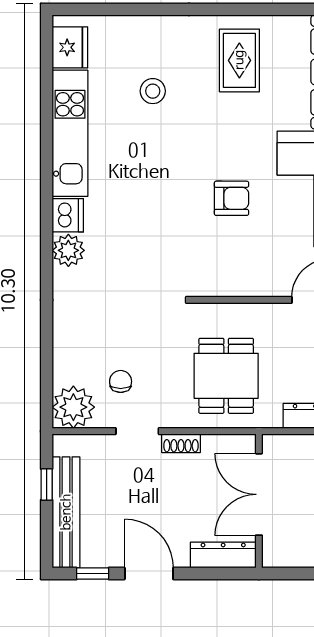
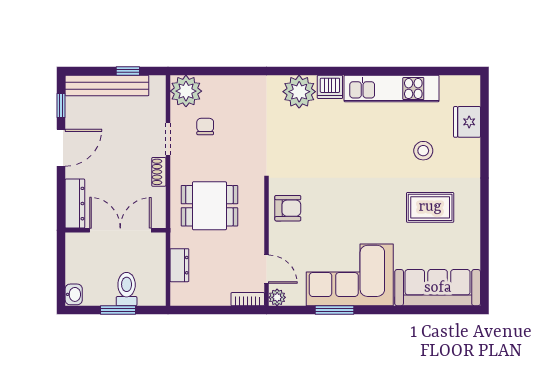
fridge: (70, 47) -> (467, 122), moved, turned 90
rug: (239, 60) -> (430, 207), moved
armchair: (231, 198) -> (288, 208), moved, turned -90
plant: (68, 250) -> (299, 92), width x1.36, depth x1.36
chair: (121, 381) -> (205, 127), turned -90

